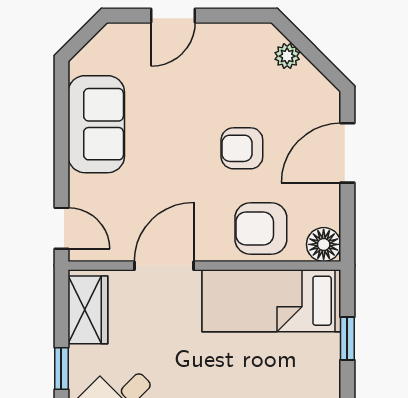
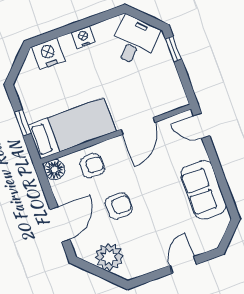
plant: (287, 56) -> (109, 257), width x1.88, depth x1.88
armchair: (261, 229) -> (92, 166), width x0.72, depth x0.72
wardrobe: (88, 310) -> (171, 86), removed

